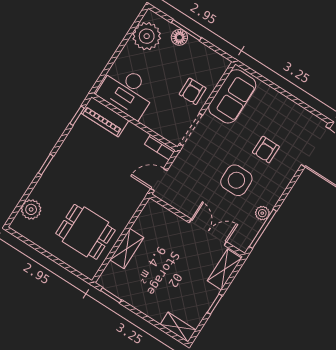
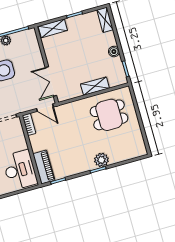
plant: (31, 209) -> (101, 160), moved
dining table: (85, 232) -> (109, 115), turned 90
double door: (208, 232) -> (51, 81), moved
boiler: (139, 302) -> (114, 52), added

